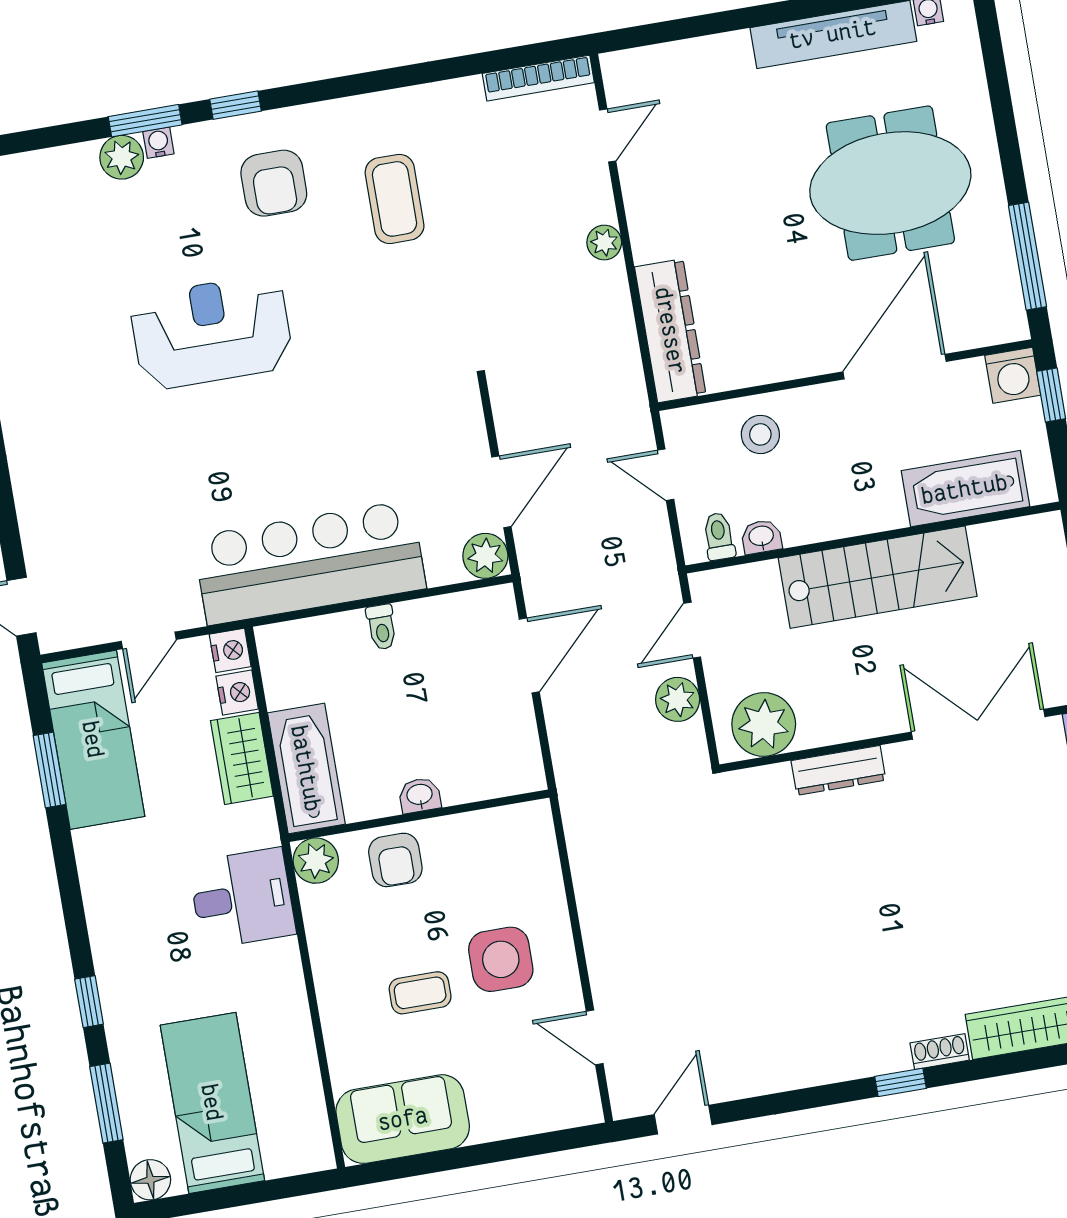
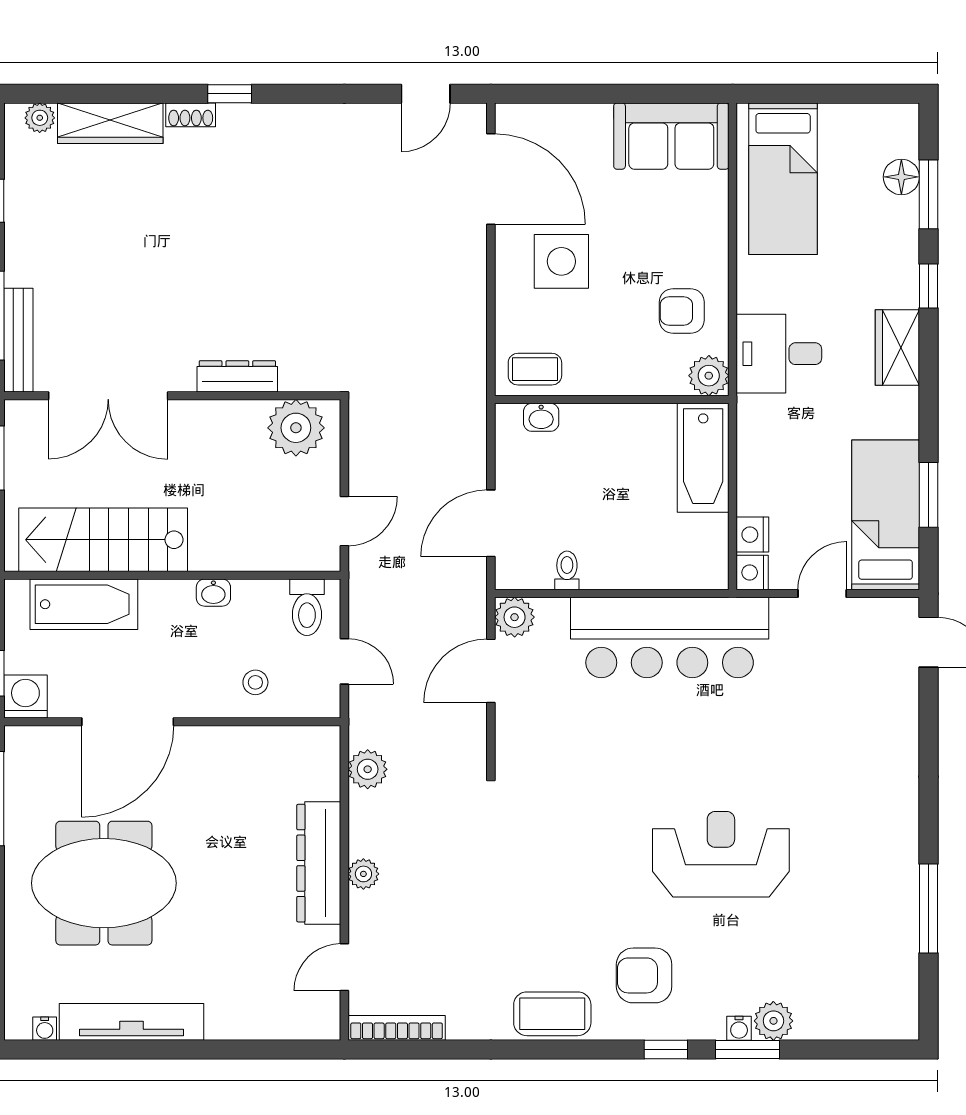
armchair: (274, 183) -> (644, 975), turned -90
coffee table: (395, 199) -> (552, 1014), moved, turned 90
dresser: (670, 331) -> (319, 863), moved
reception desk: (211, 332) -> (721, 854), turned 180
stool: (760, 434) -> (255, 682), width x0.73, depth x0.73
toilet: (719, 536) -> (307, 607), width x1.37, depth x1.39
washbasin: (761, 537) -> (213, 593), moved
stairs: (878, 577) -> (103, 540), moved
toilet: (382, 627) -> (567, 570), moved
plant: (678, 699) -> (368, 769), moved
wardrobe: (242, 758) -> (897, 348), moved, turned 180
washbasin: (420, 795) -> (541, 417), moved
armchair: (395, 860) -> (682, 311), moved, turned -90
coffee table: (420, 993) -> (535, 369), moved
door: (595, 1037) -> (491, 179), width x1.88
bed: (212, 1103) -> (783, 179), moved
floor lamp: (150, 1180) -> (901, 177), moved

